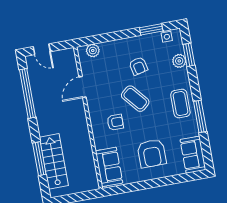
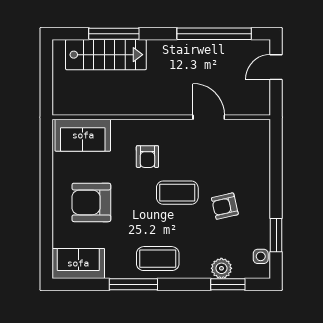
plant: (93, 51) -> (260, 143), removed
coffee table: (135, 99) -> (177, 193), turned 40

